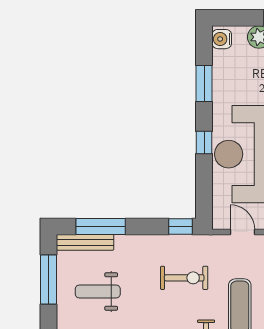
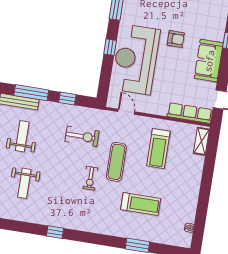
window: (180, 226) -> (67, 98), moved
weight bench: (98, 292) -> (22, 136), turned 90

